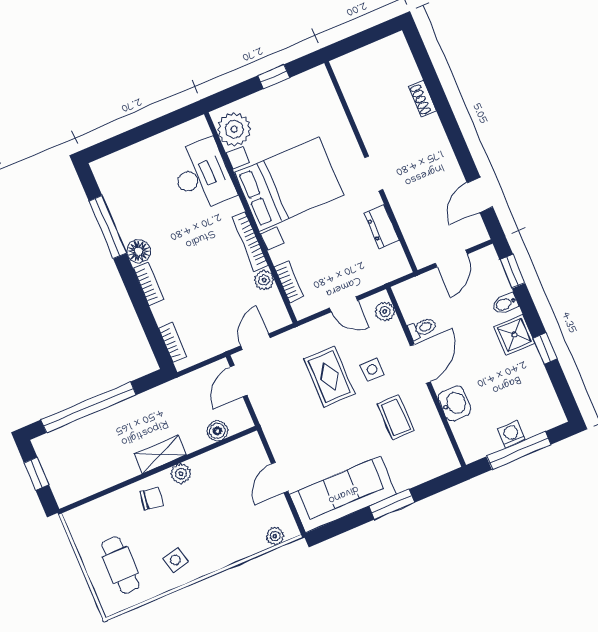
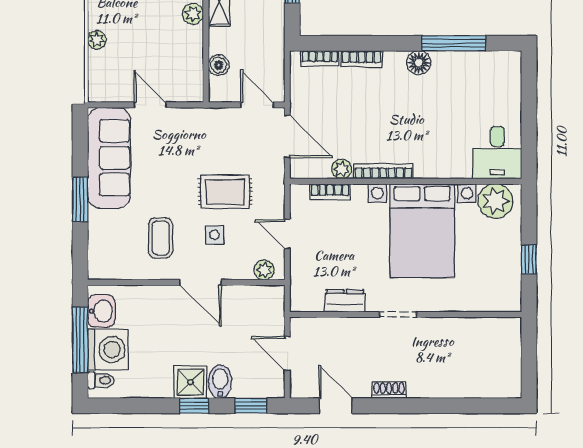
shoe rack: (422, 99) -> (389, 390), moved
desk: (202, 175) -> (497, 153), moved, width x0.73
bookcase: (149, 284) -> (362, 59), moved
door: (344, 304) -> (287, 234), hinge flipped
bidet: (505, 304) -> (220, 382), width x1.38, depth x1.36
toilet: (422, 328) -> (101, 380), moved, turned -90
door: (255, 342) -> (287, 136), width x1.38
window: (545, 349) -> (194, 406), moved
washbasin: (454, 403) -> (101, 311), moved, turned -90
coffee table: (396, 417) -> (161, 238), turned 90
washing machine: (512, 434) -> (108, 350), width x1.89, depth x1.89
plant: (275, 536) -> (97, 40), moved

